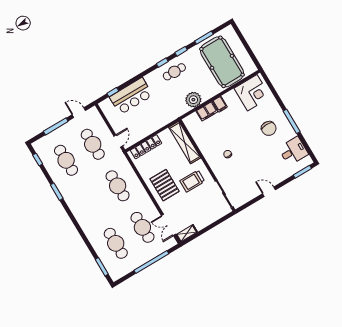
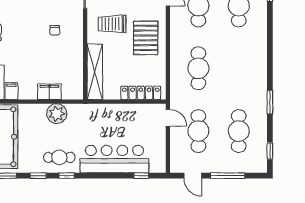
bar counter: (131, 96) -> (114, 159), width x1.36
filing cabinet: (220, 104) -> (11, 91), moved
door: (118, 141) -> (168, 118), swing flipped
trolley: (192, 181) -> (112, 24), turned 180

